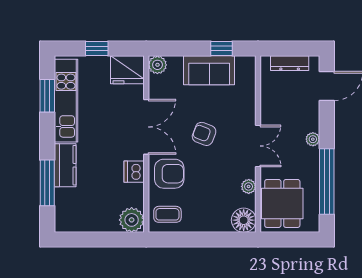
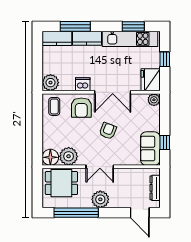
sofa: (209, 70) -> (150, 149), moved
plant: (313, 139) -> (100, 199), width x1.88, depth x1.88
plant: (249, 186) -> (69, 156), width x1.88, depth x1.88
kitchen counter: (65, 210) -> (57, 38), added

